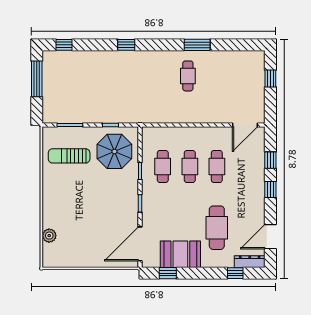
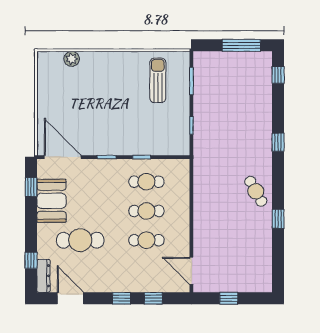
window: (197, 45) -> (278, 219), width x0.67
cafe table: (188, 76) -> (256, 191), moved, turned 61
window: (270, 79) -> (229, 298), moved
parasol: (114, 151) -> (163, 129), removed

